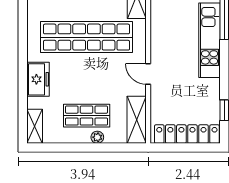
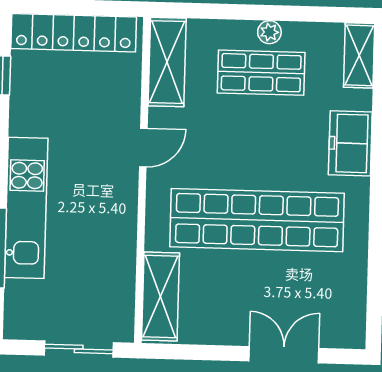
door: (148, 74) -> (143, 148), hinge flipped
plant: (97, 137) -> (269, 32), moved

